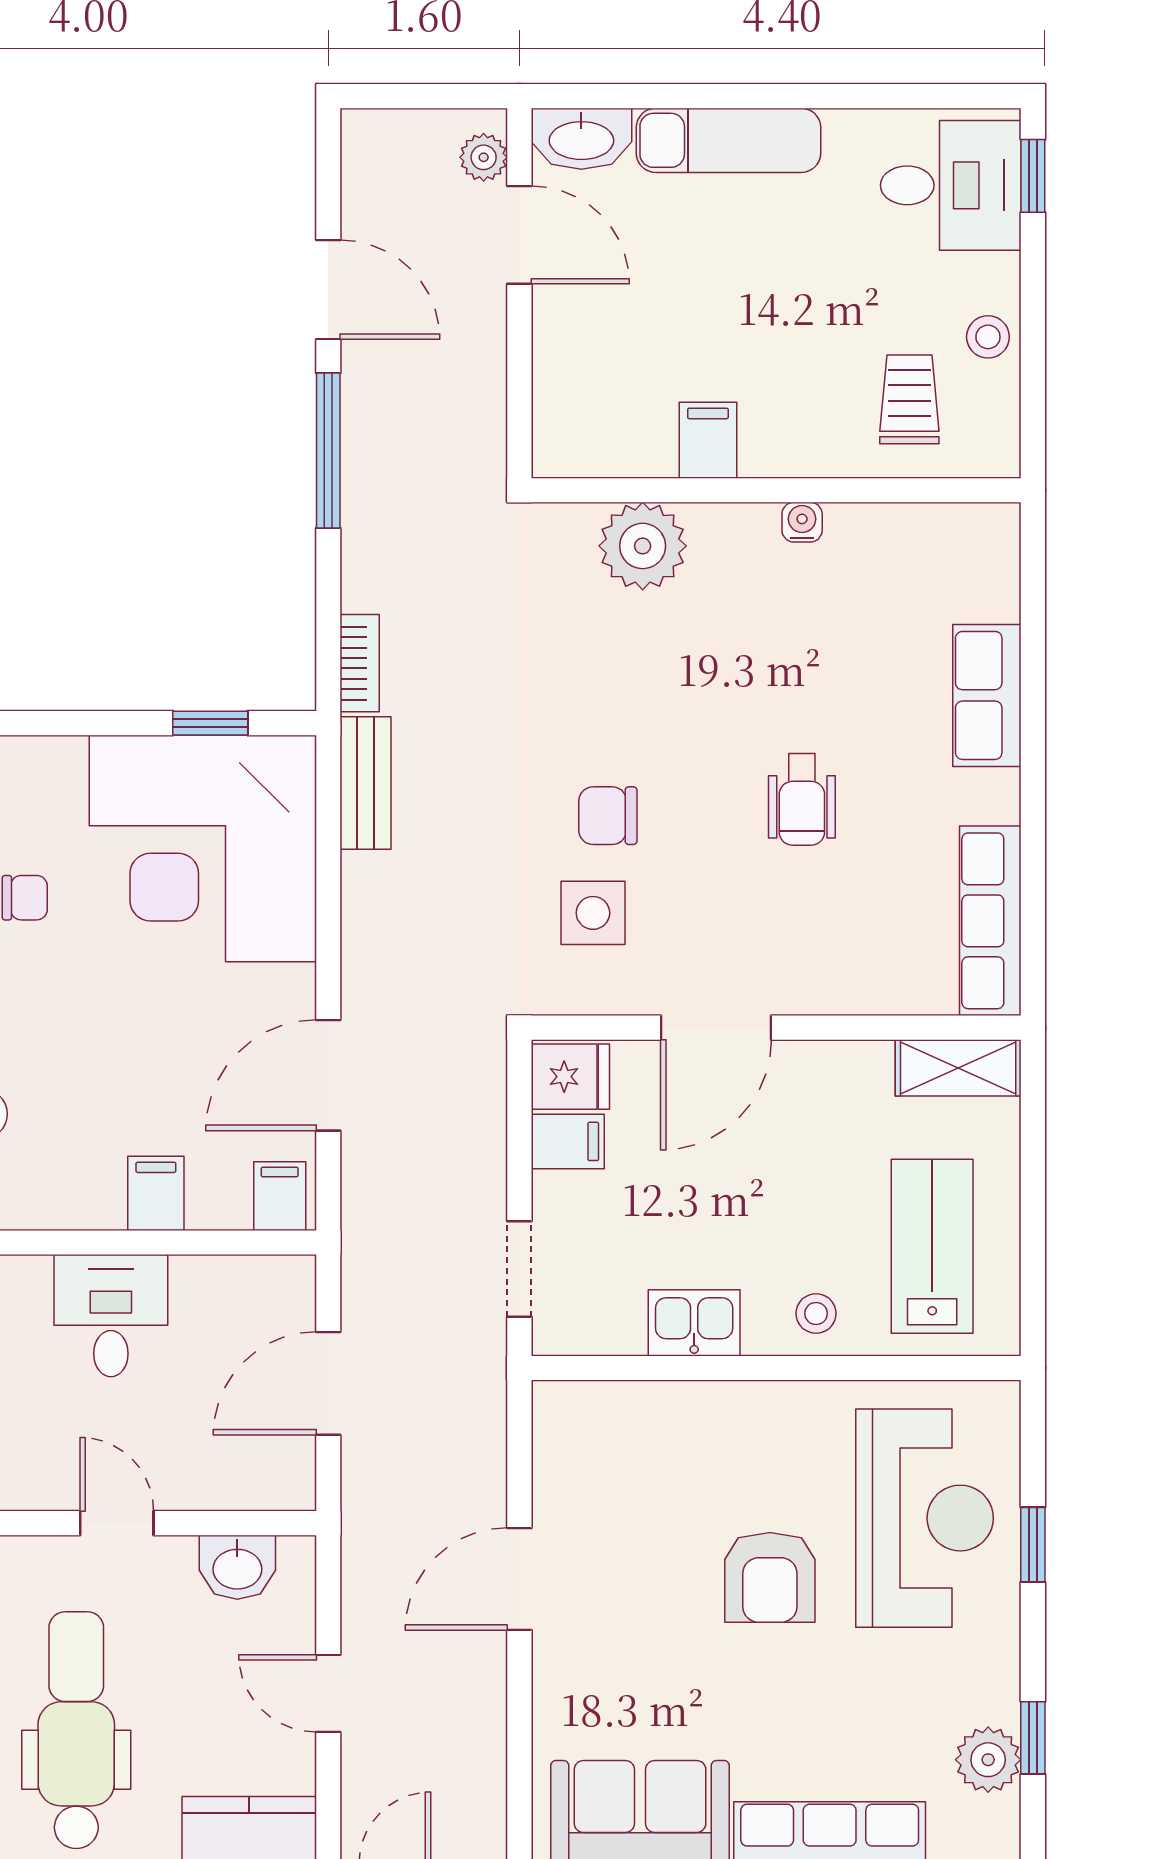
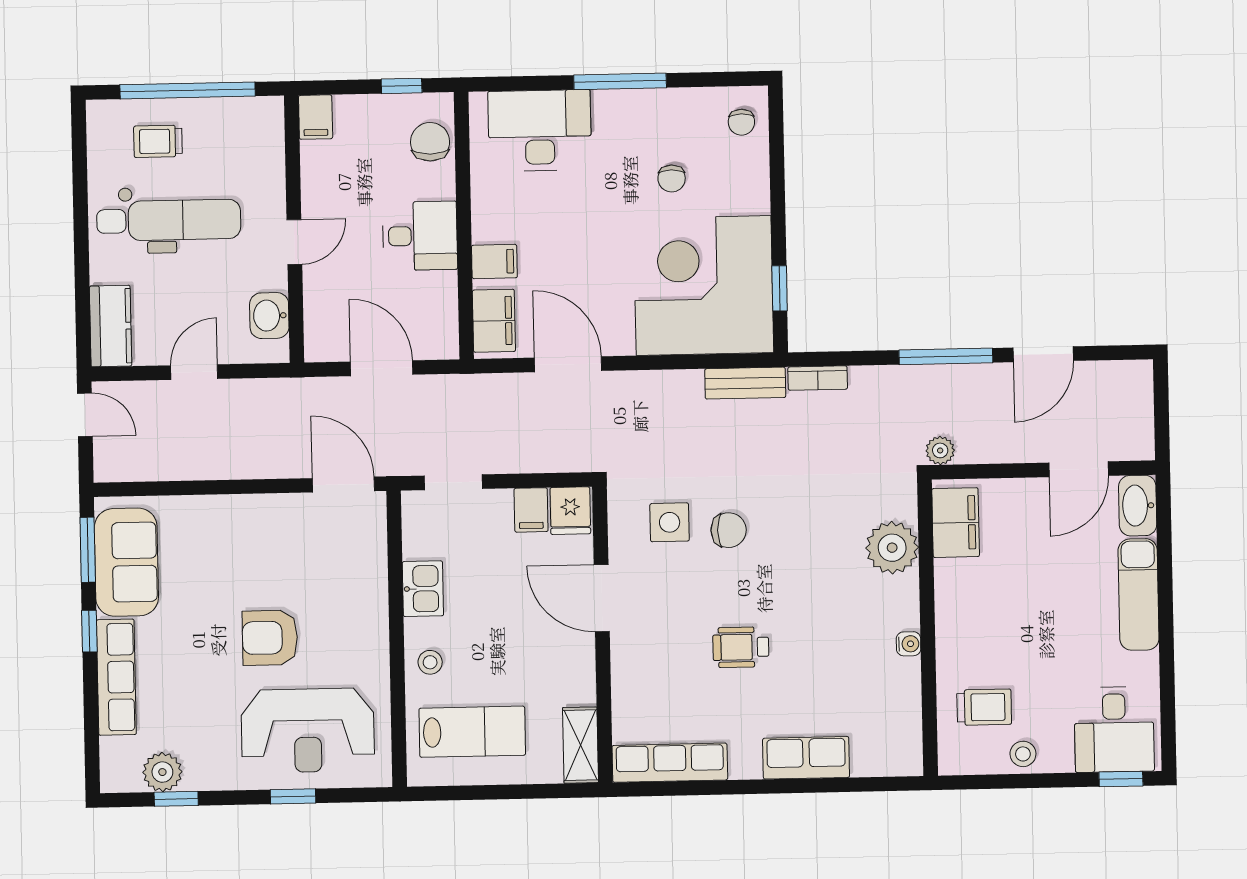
plant: (484, 157) -> (940, 450), moved
filing cabinet: (708, 440) -> (956, 523), moved, width x2.00
chair: (608, 816) -> (729, 530), turned 90
filing cabinet: (280, 1196) -> (494, 321), width x2.00
door: (519, 1579) -> (343, 485), moved

